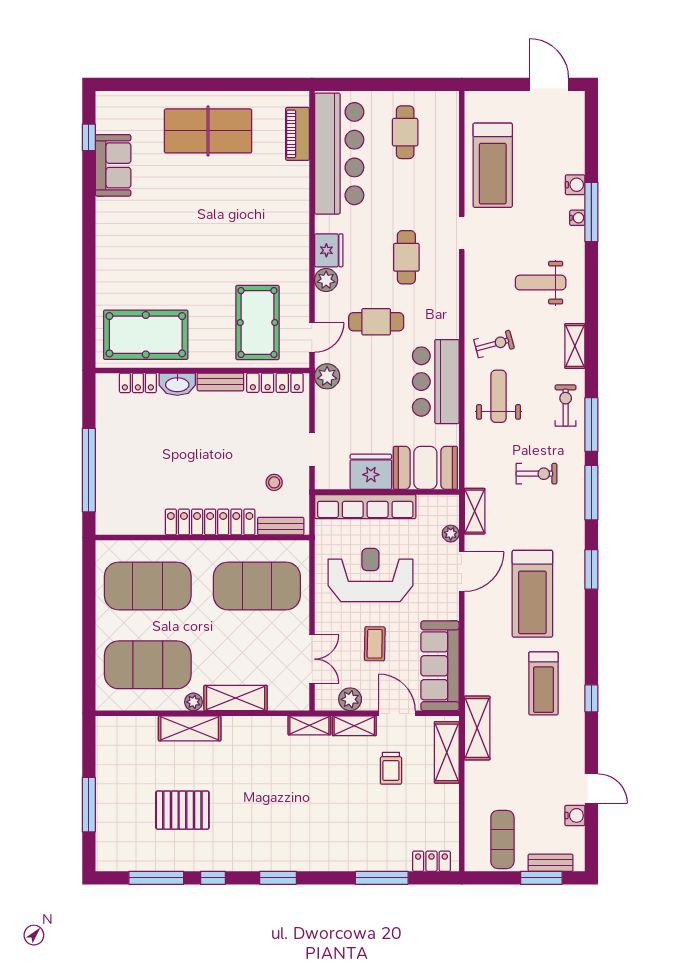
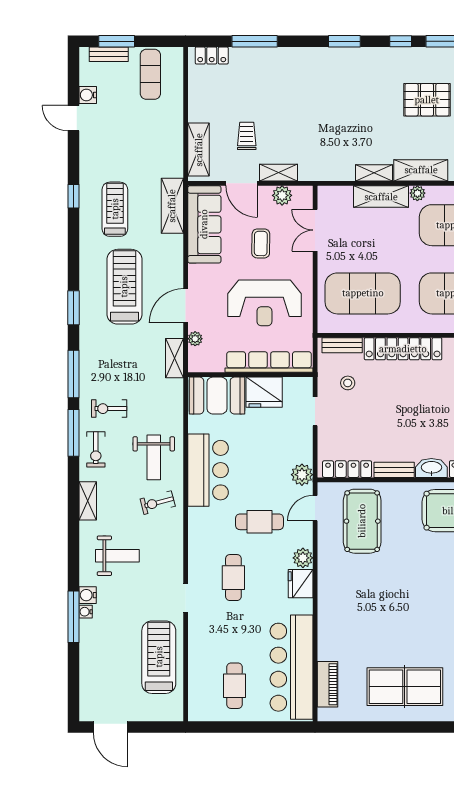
water cooler: (575, 185) -> (88, 595), moved
exercise bike: (536, 474) -> (109, 409), moved
shelving: (309, 725) -> (374, 173), moved
shelving: (477, 728) -> (172, 206), moved

